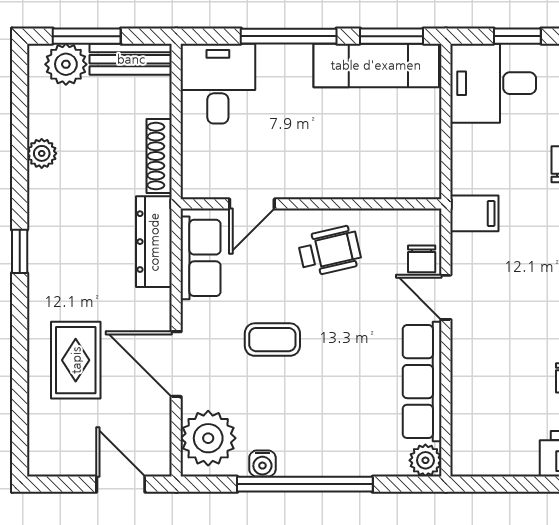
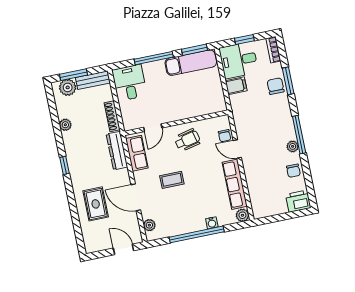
filing cabinet: (474, 213) -> (236, 86), moved
plant: (208, 438) -> (149, 225), width x0.53, depth x0.53
water cooler: (262, 463) -> (212, 223), moved

